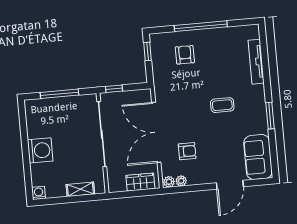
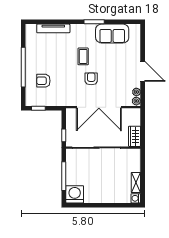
washing machine: (40, 150) -> (75, 194), moved
armchair: (187, 151) -> (91, 79), moved
sofa: (258, 157) -> (112, 34), moved
wardrobe: (140, 182) -> (135, 136), moved
door: (230, 185) -> (143, 71), moved
shelving: (80, 189) -> (136, 183), moved

